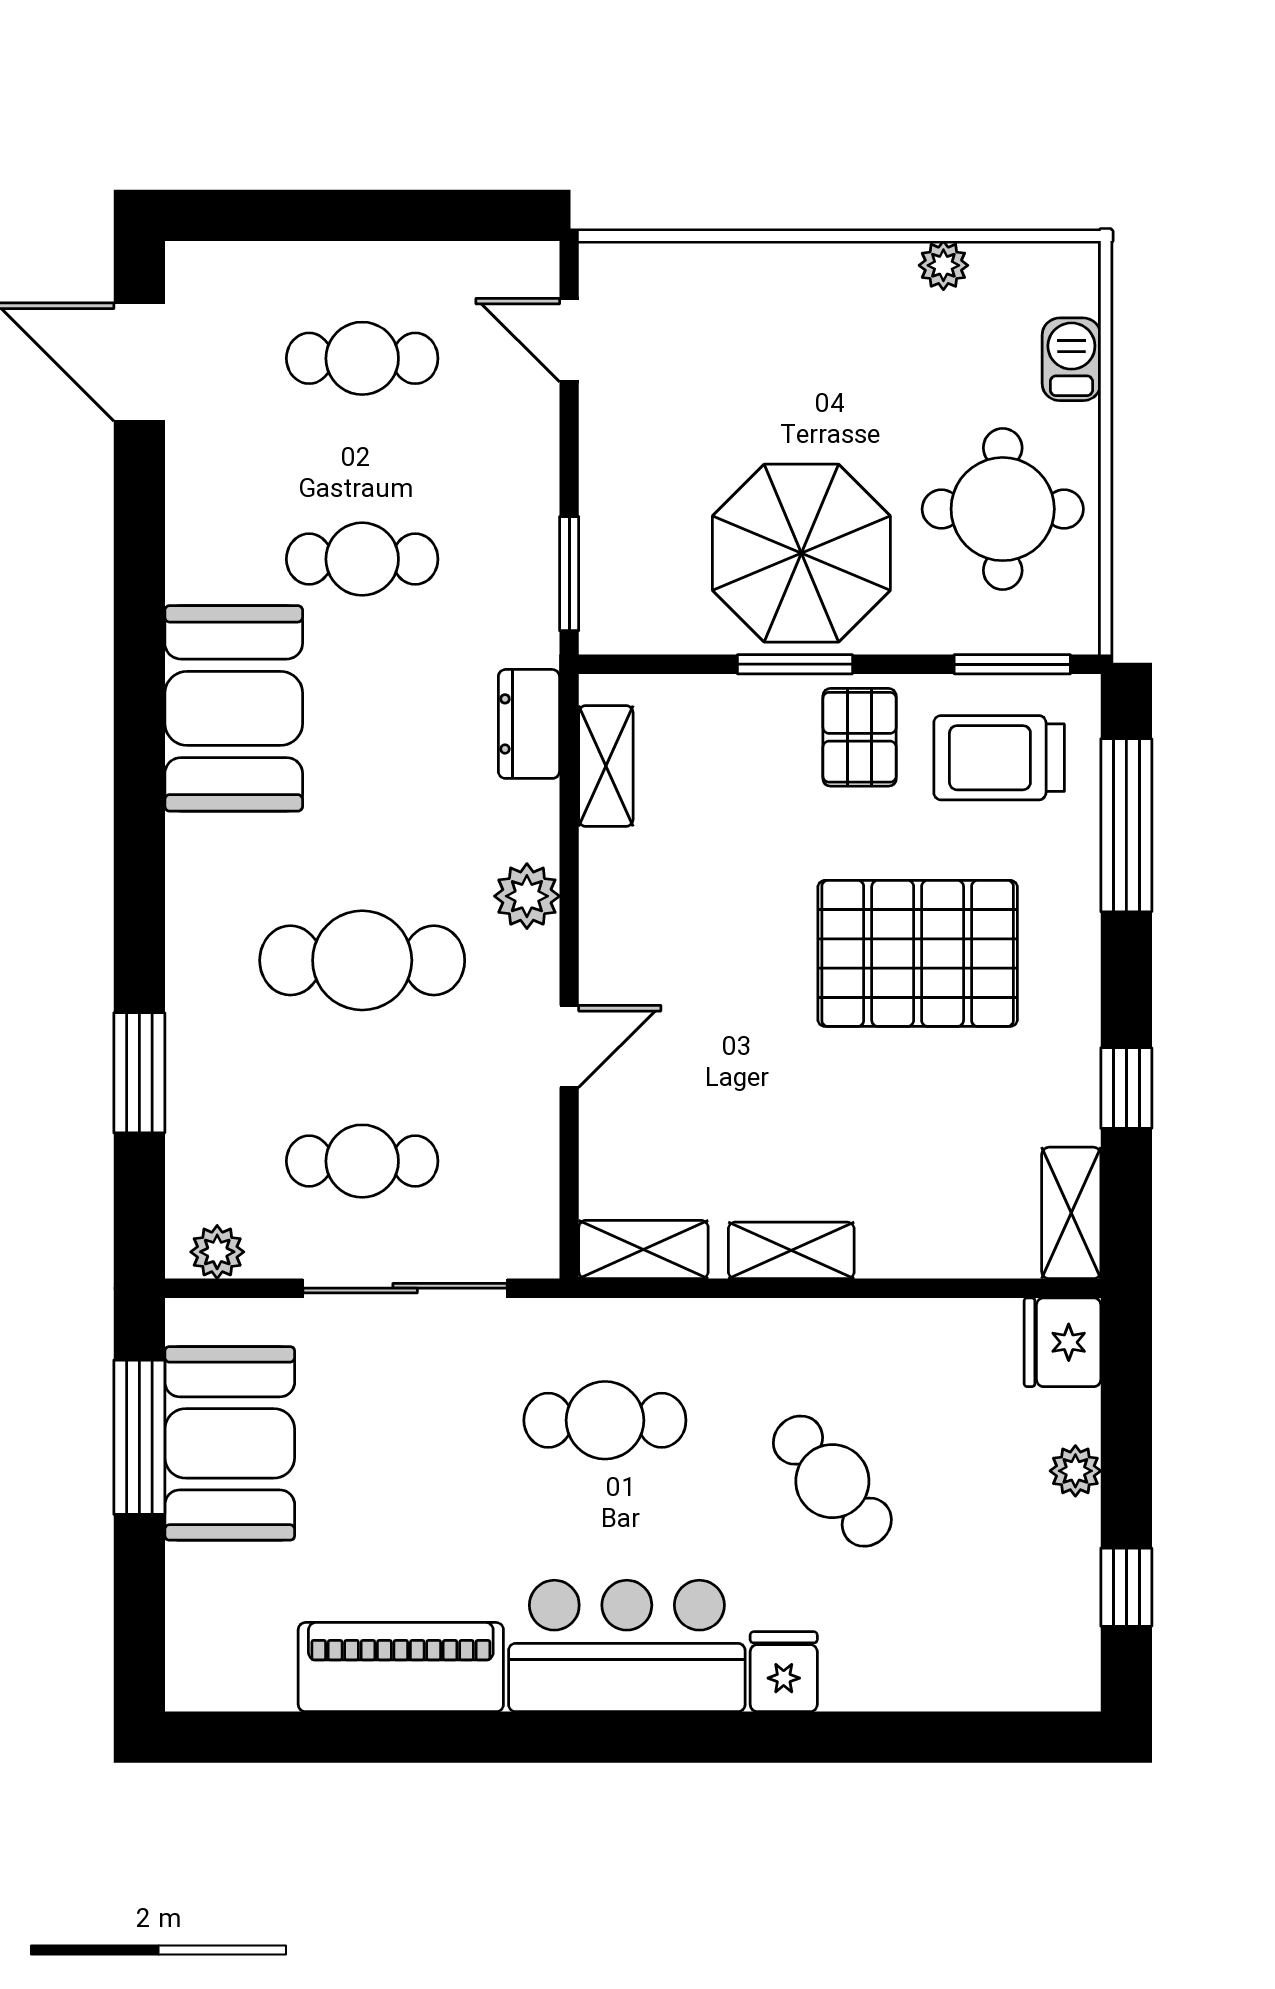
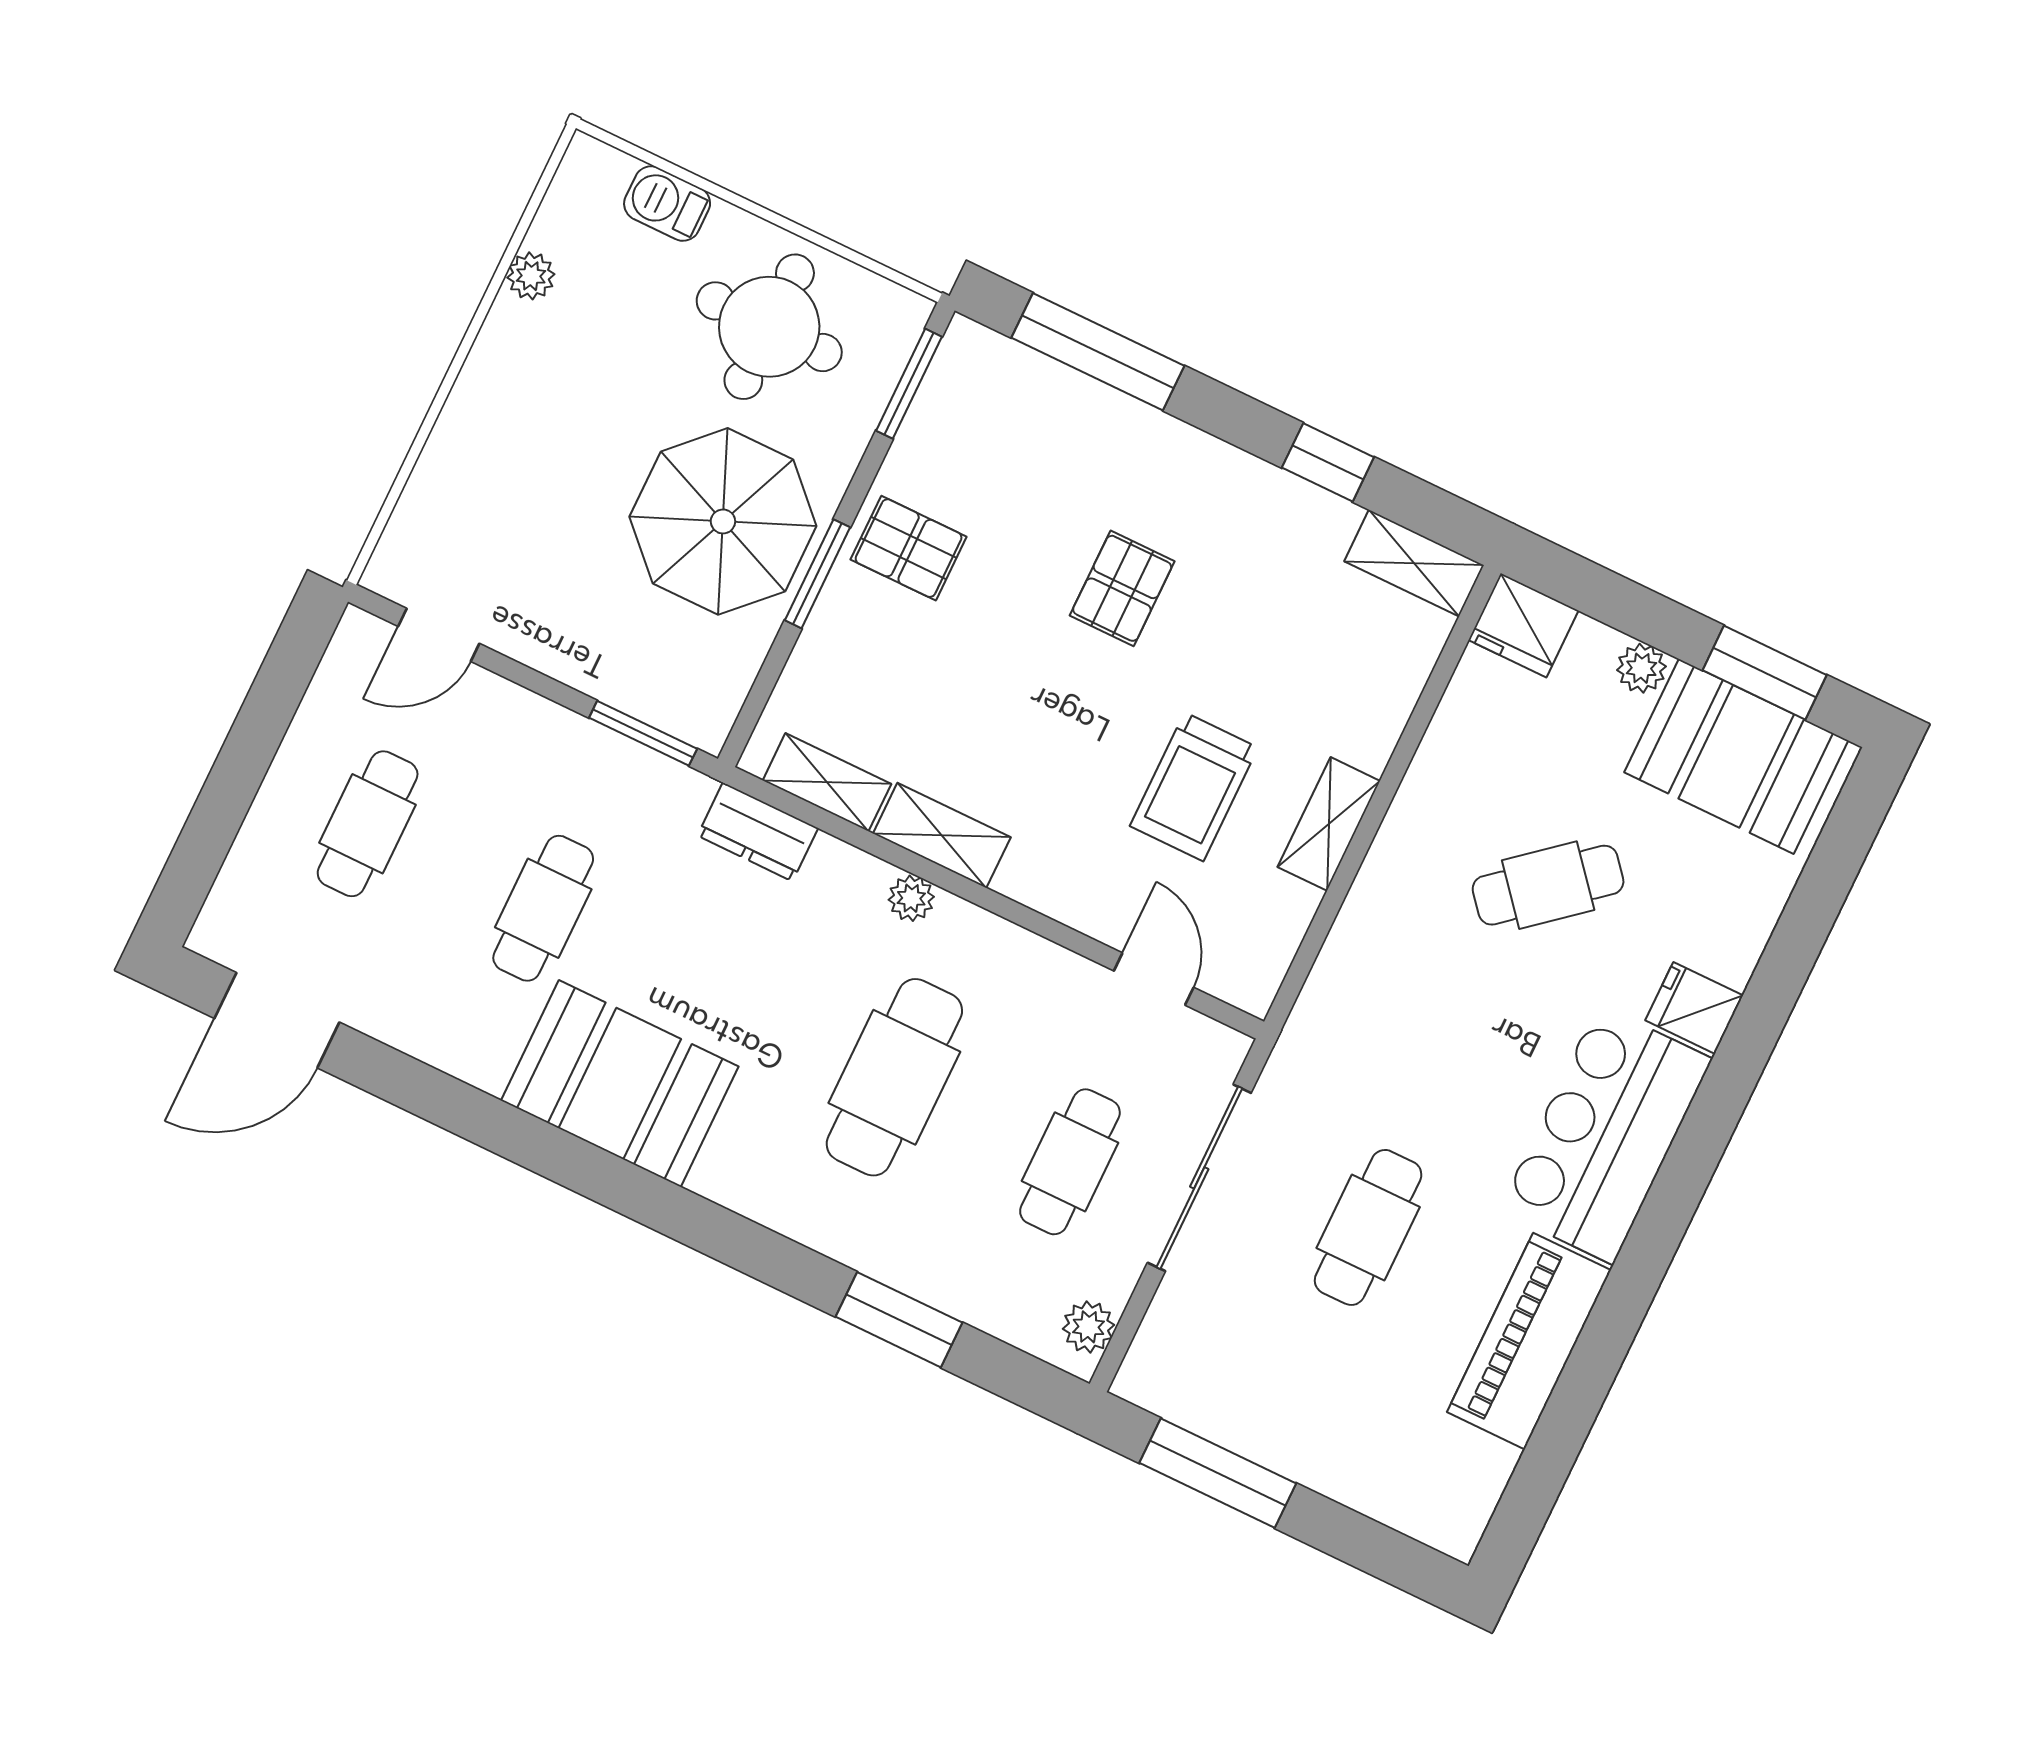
trolley: (999, 758) -> (1194, 787), moved
plant: (527, 896) -> (911, 898), width x0.73, depth x0.73
pallet: (918, 953) -> (1122, 588), width x0.49, depth x0.50
door: (569, 1046) -> (1154, 979), moved
shelving: (643, 1250) -> (942, 835), moved, turned 90
cafe table: (605, 1420) -> (1368, 1227), moved
booth: (230, 1443) -> (1736, 756), moved
window: (1126, 1587) -> (1765, 673), width x1.50

